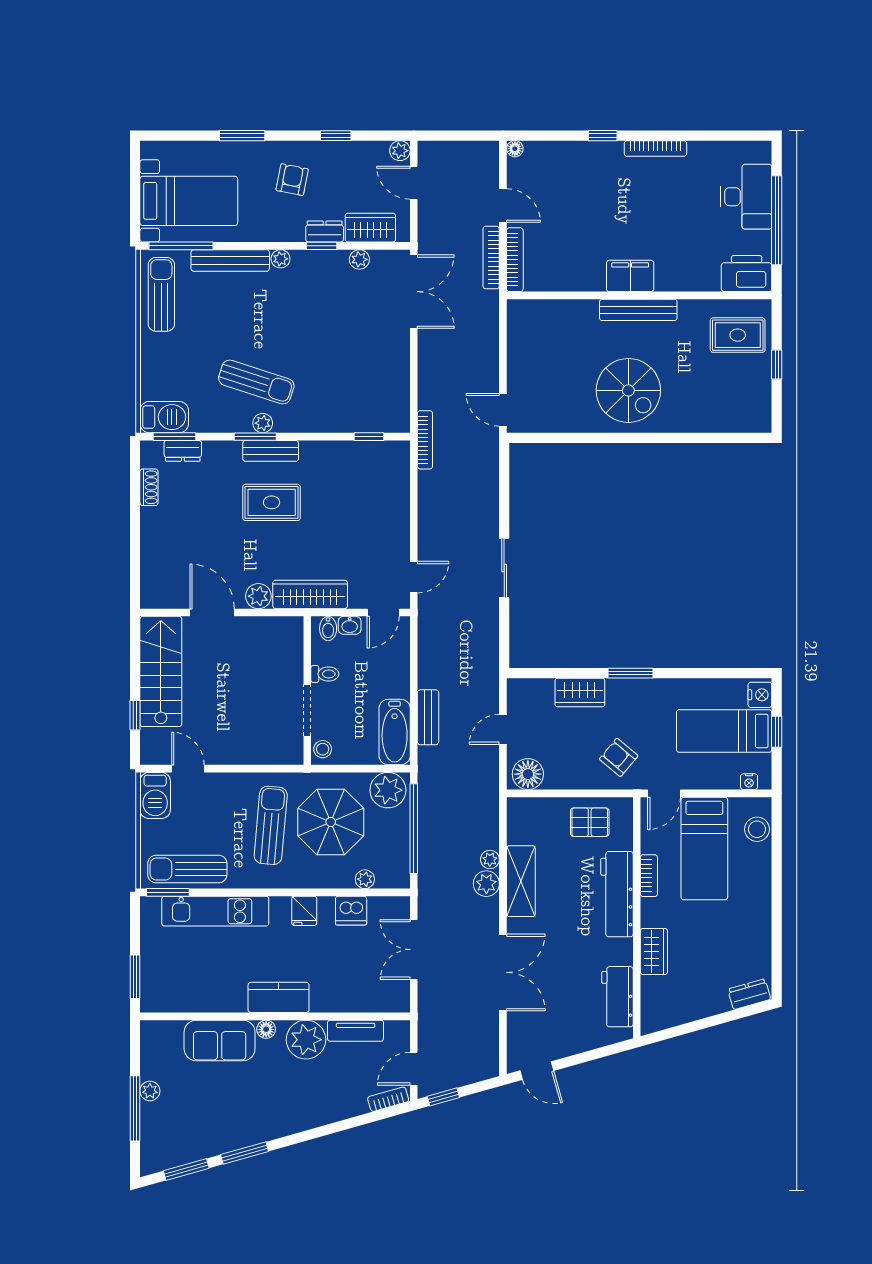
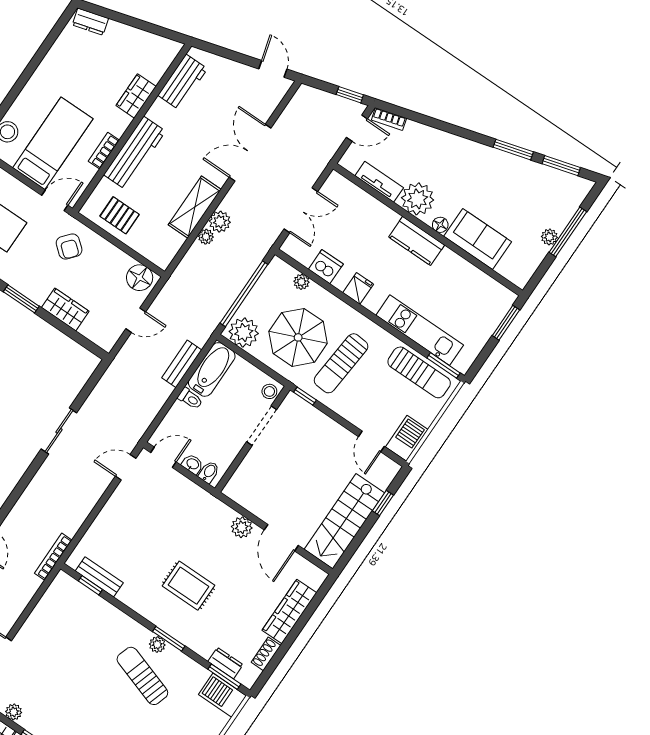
bench: (271, 451) -> (99, 577), moved
wardrobe: (310, 594) -> (289, 612), moved, turned 90
toilet: (325, 674) -> (190, 399), moved, turned 180
window: (284, 769) -> (305, 396), added

